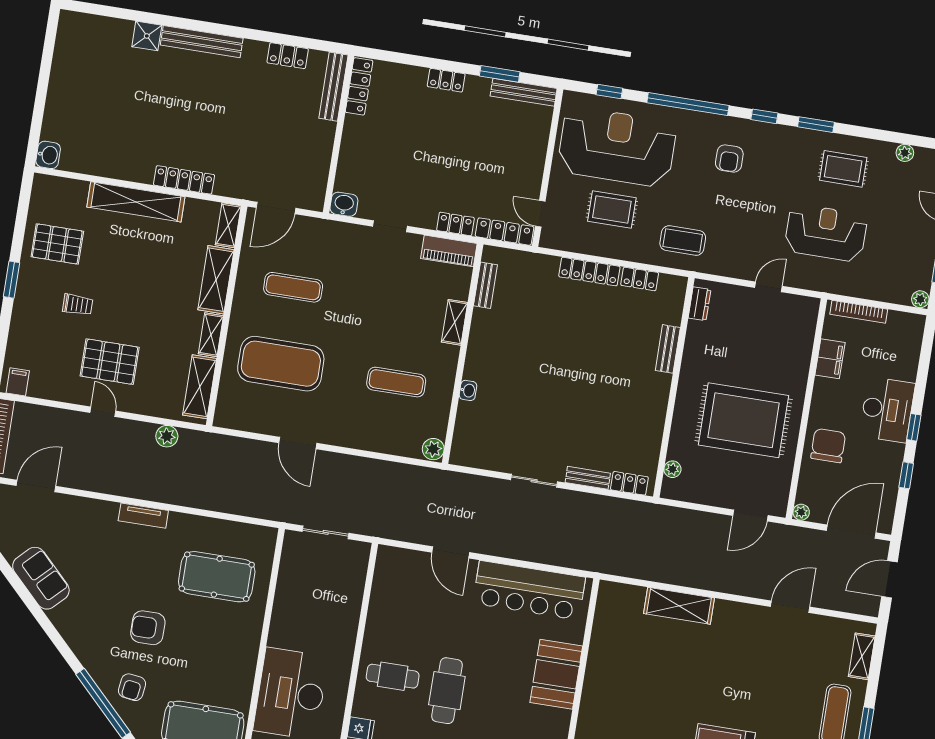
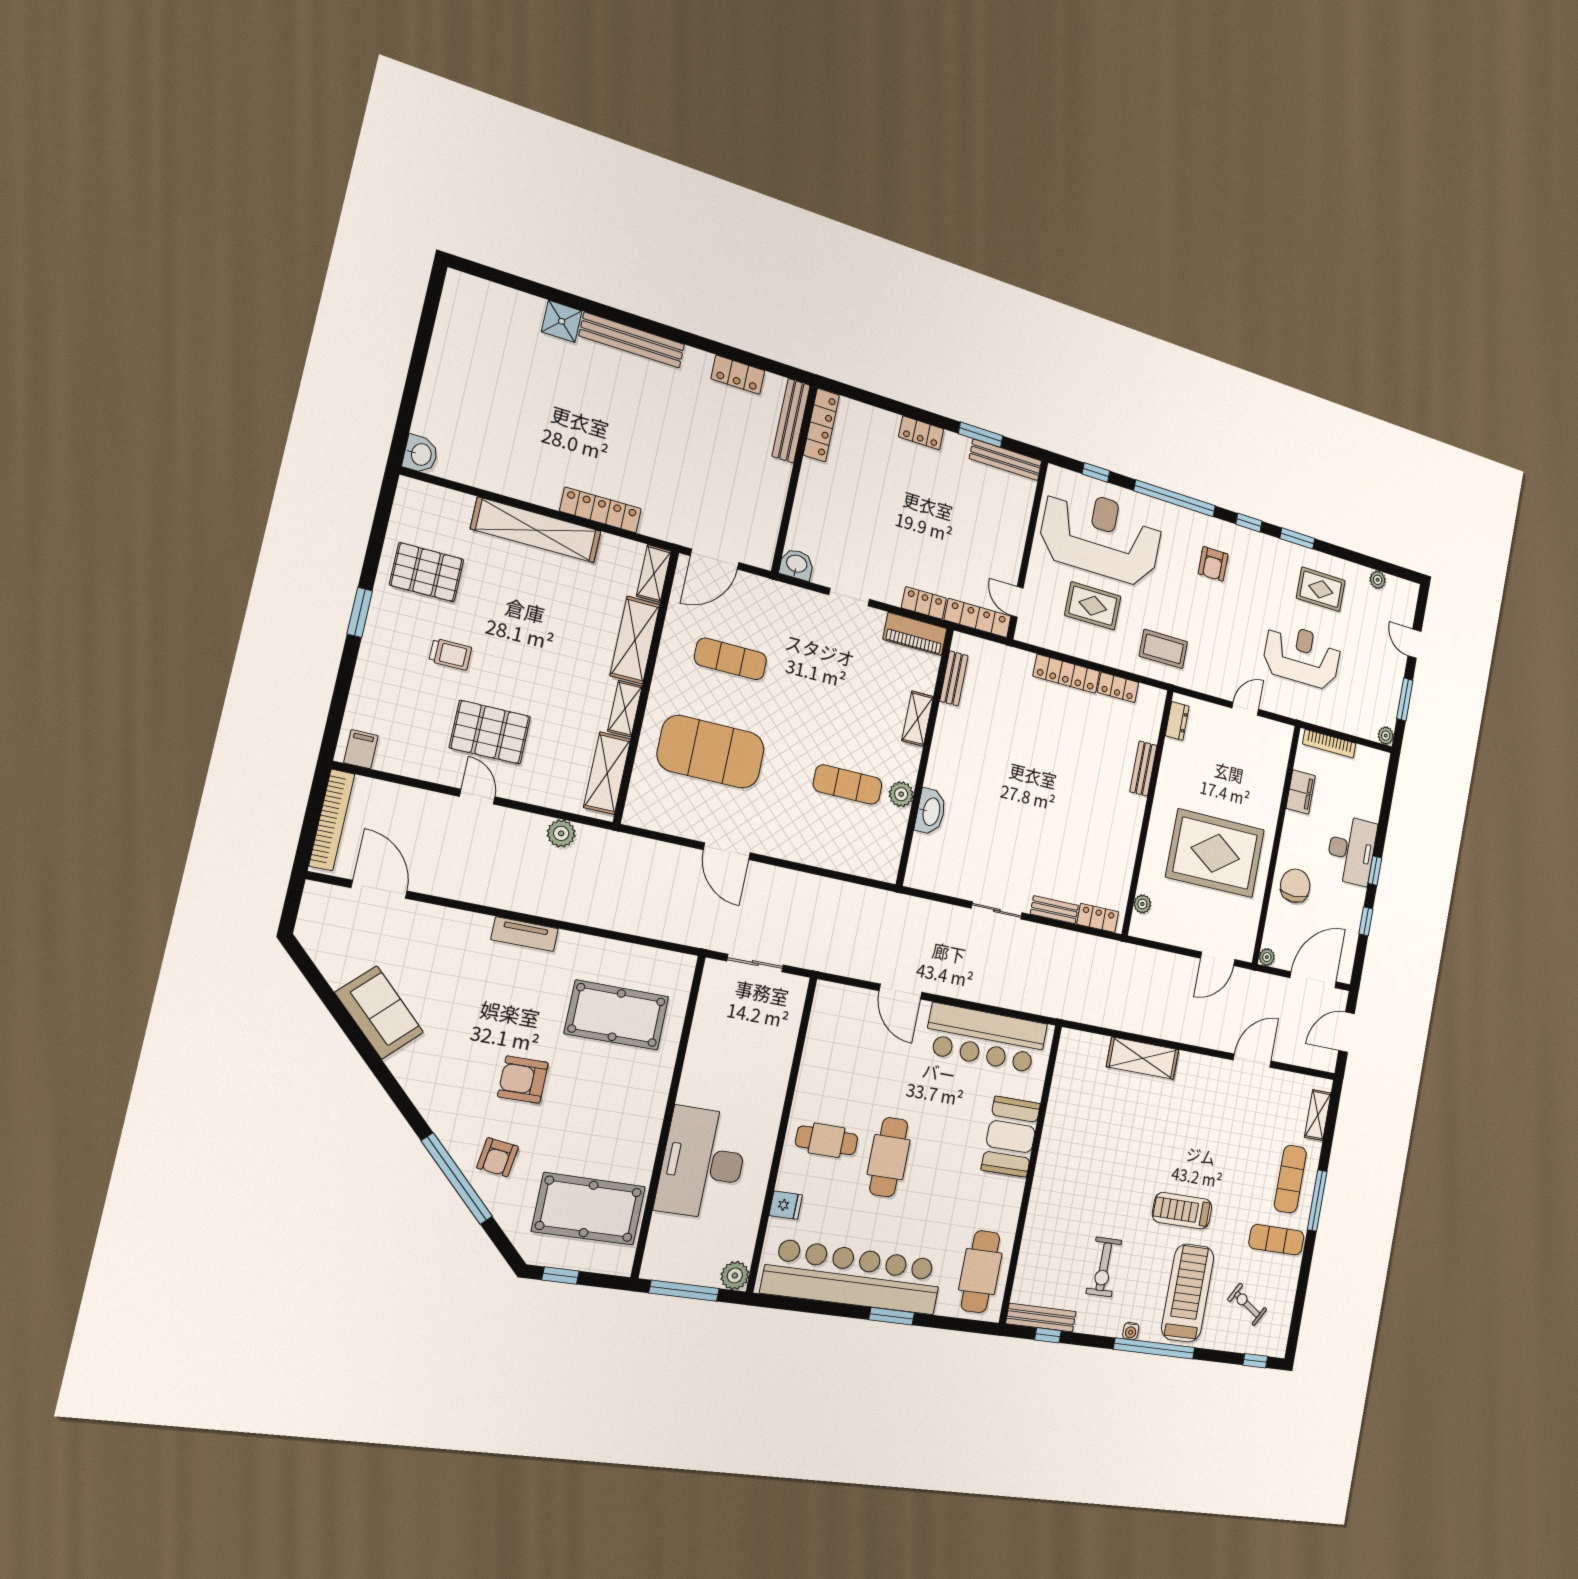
washbasin: (468, 390) -> (931, 812), width x1.91, depth x1.45
plant: (433, 449) -> (901, 794), moved
door: (36, 486) -> (379, 889), hinge flipped

